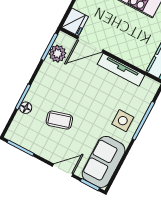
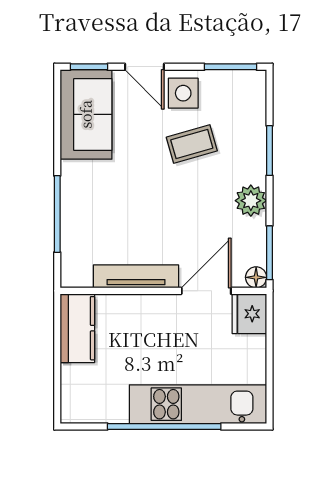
plant: (58, 54) -> (251, 201), moved
floor lamp: (26, 108) -> (256, 277), moved
side table: (123, 121) -> (183, 93), moved
door: (63, 170) -> (144, 67), hinge flipped

